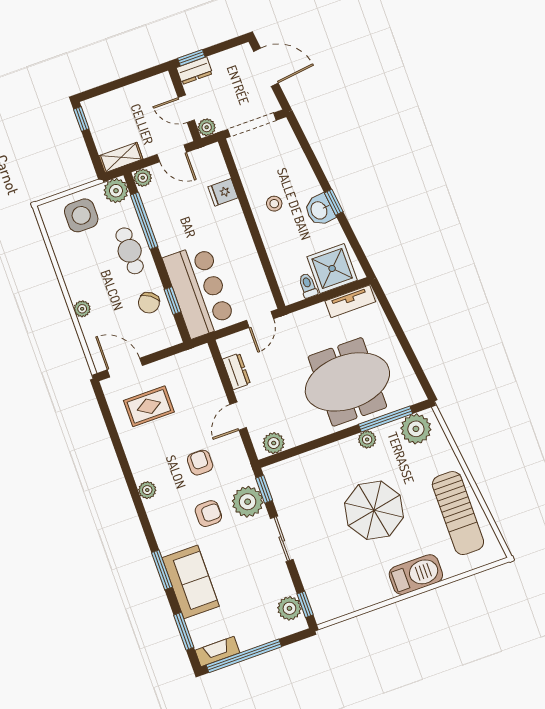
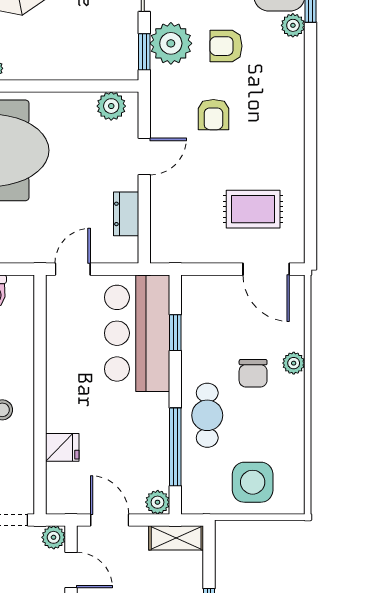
plant: (116, 191) -> (197, 498), removed
chair: (149, 303) -> (253, 373), moved, turned 144
plant: (147, 490) -> (293, 25), moved

